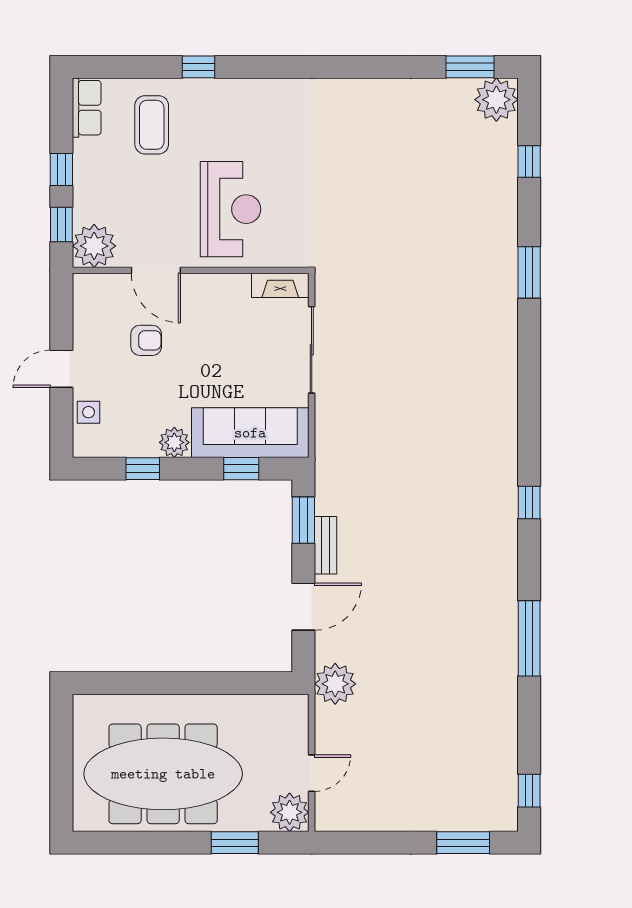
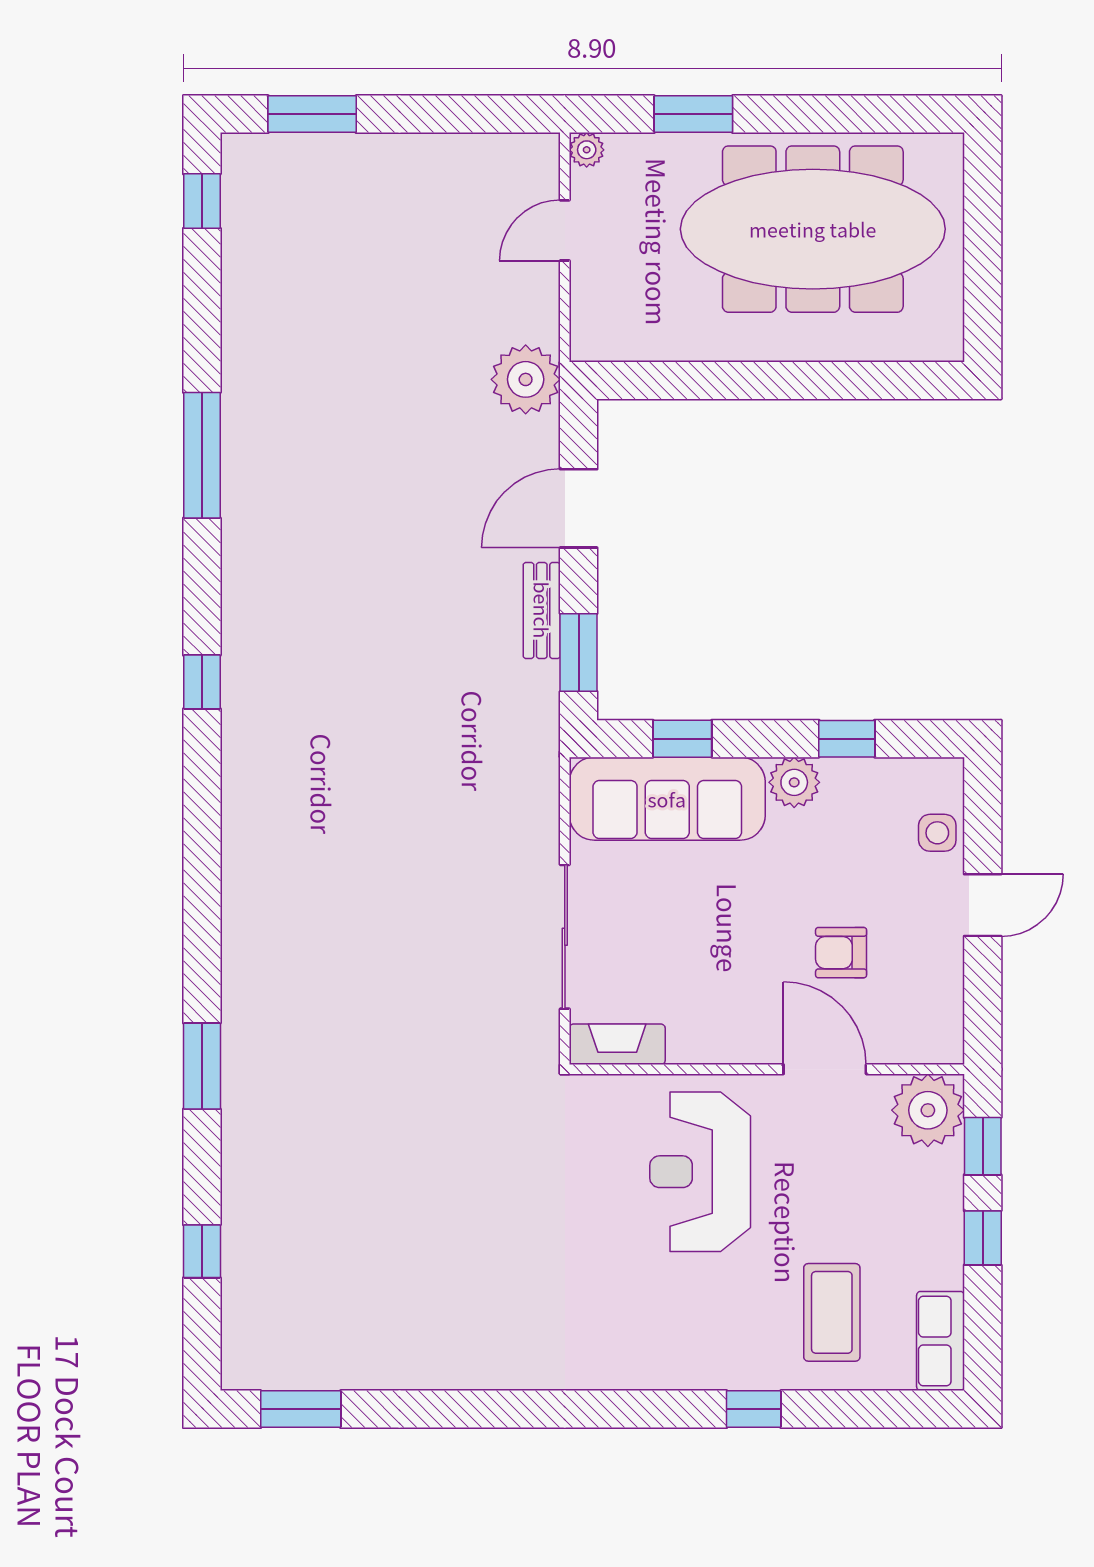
plant: (496, 100) -> (257, 1354), removed
plant: (290, 812) -> (587, 150), width x0.53, depth x0.53

